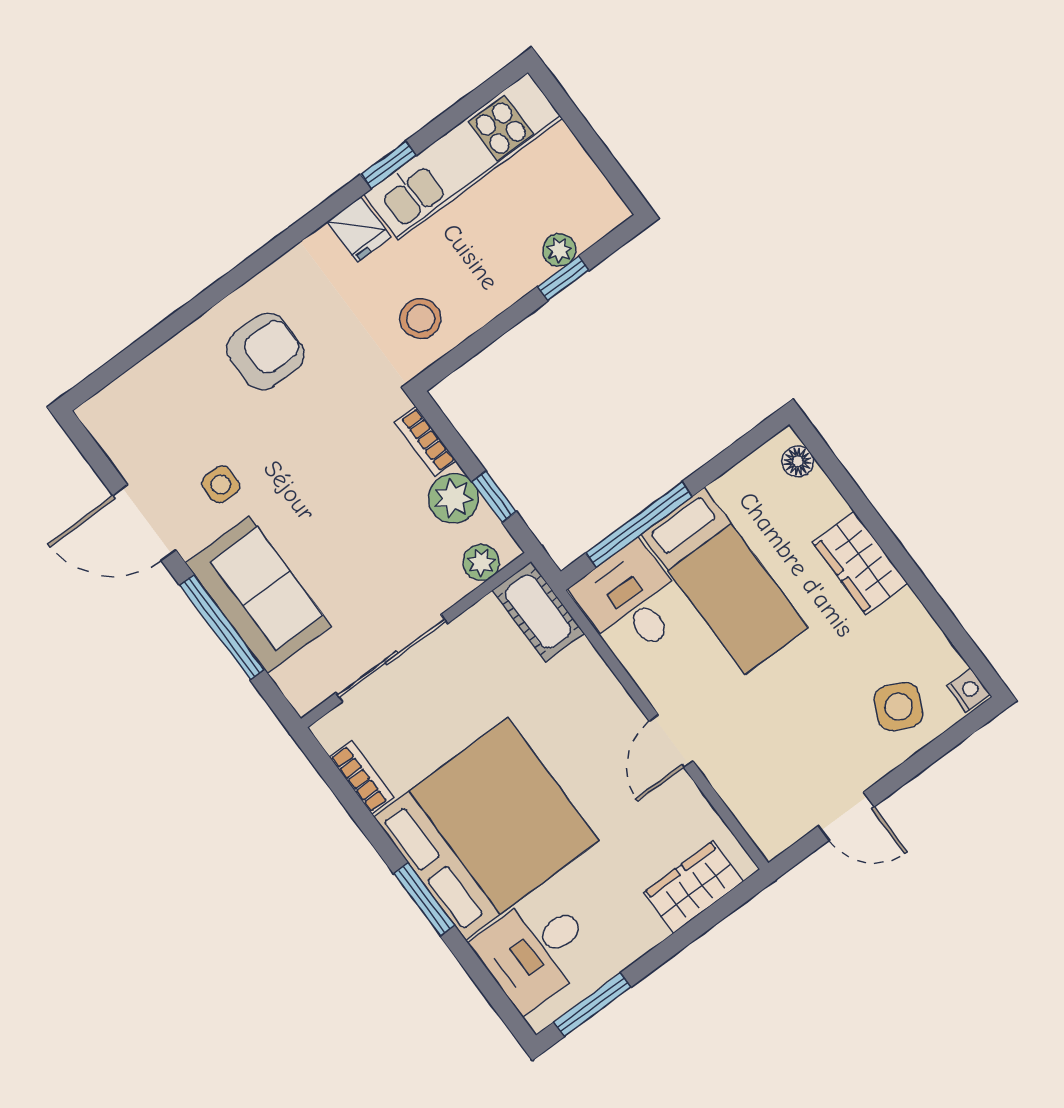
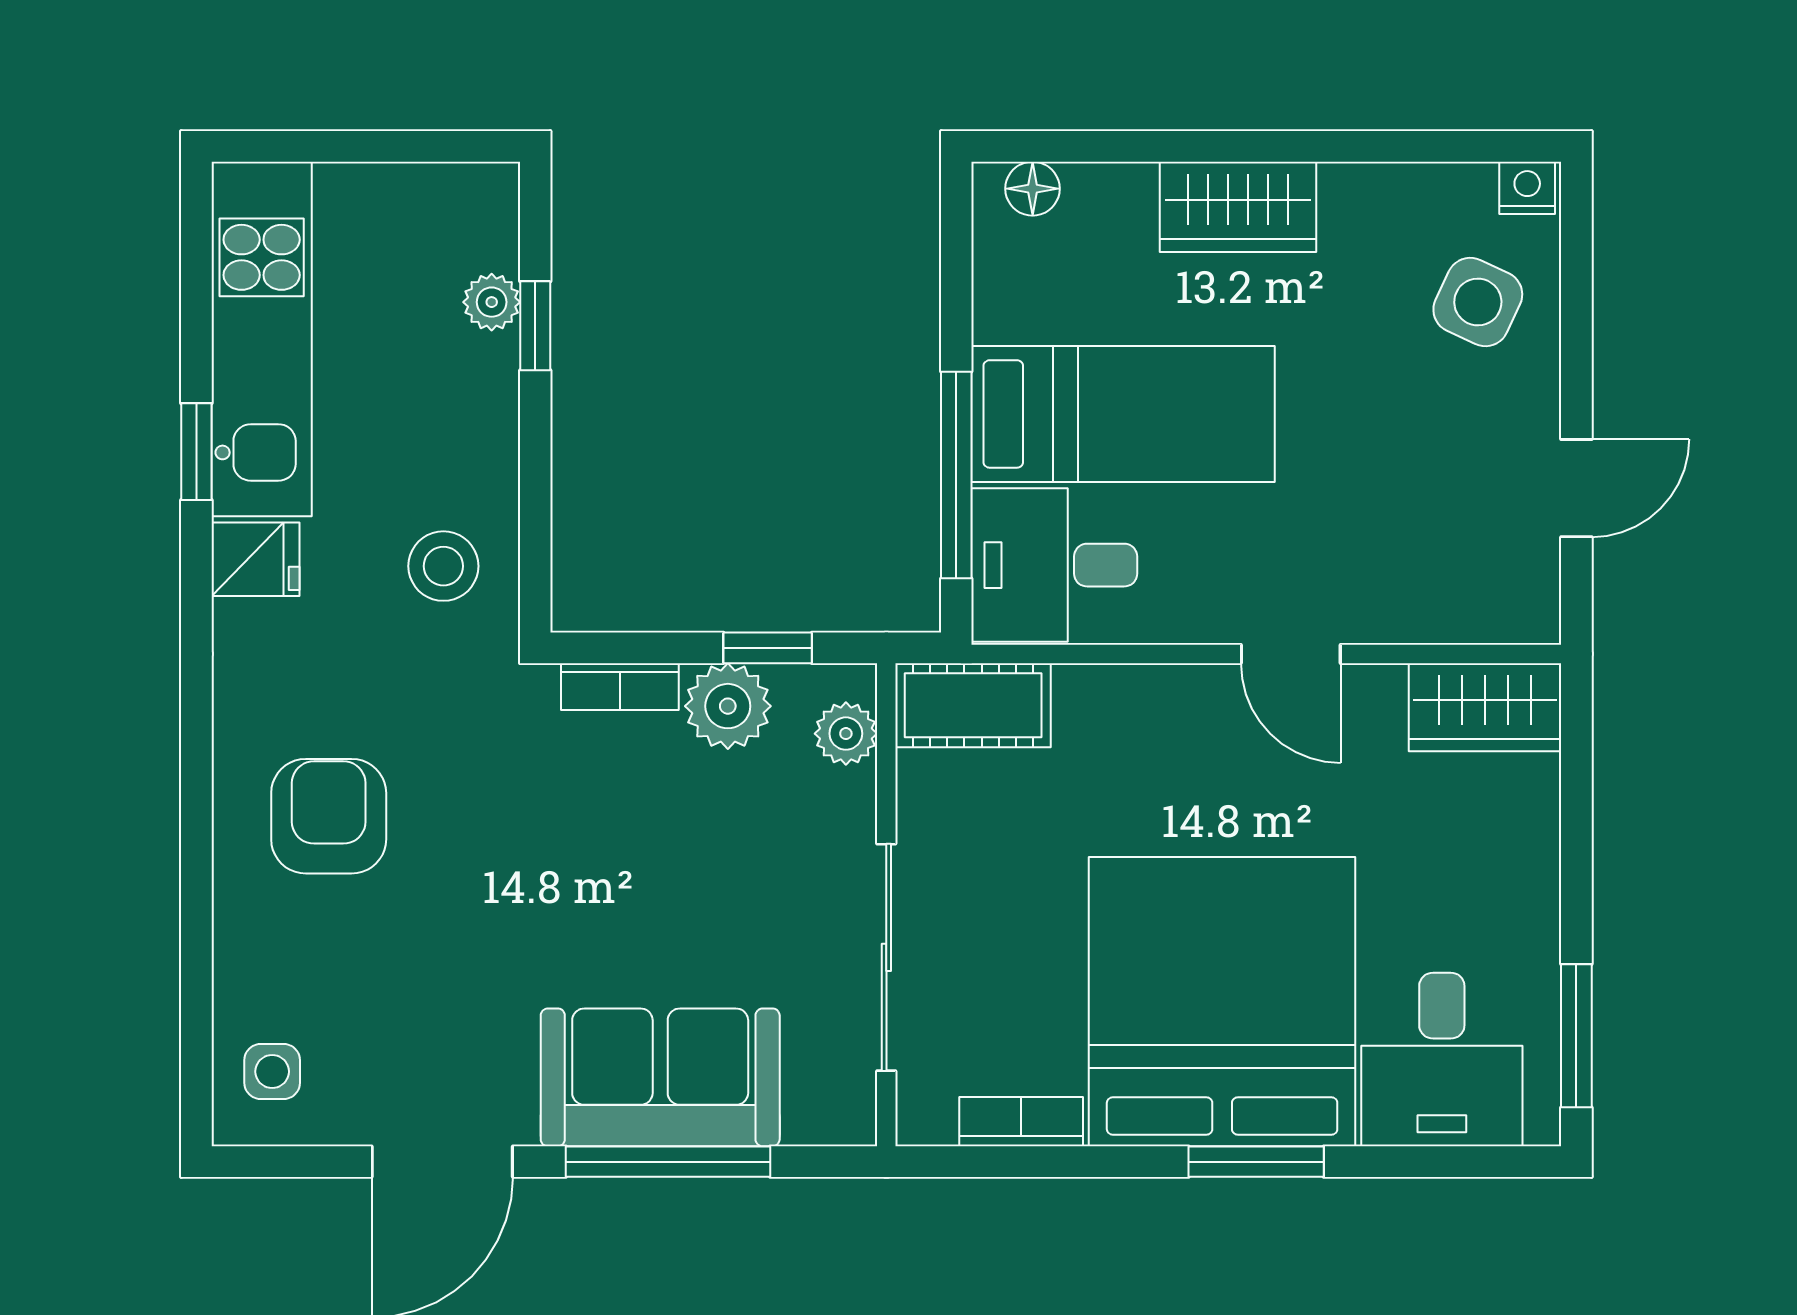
side table: (221, 484) -> (272, 1072), moved
wardrobe: (693, 887) -> (1485, 707), moved, turned -90

